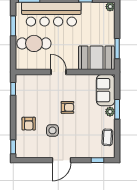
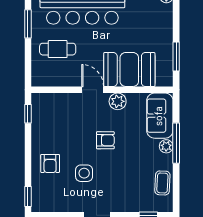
cafe table: (34, 43) -> (58, 49), width x0.73, depth x0.74
booth: (96, 58) -> (129, 69), moved
plant: (76, 80) -> (118, 101), added
window: (117, 109) -> (176, 143), width x1.44

